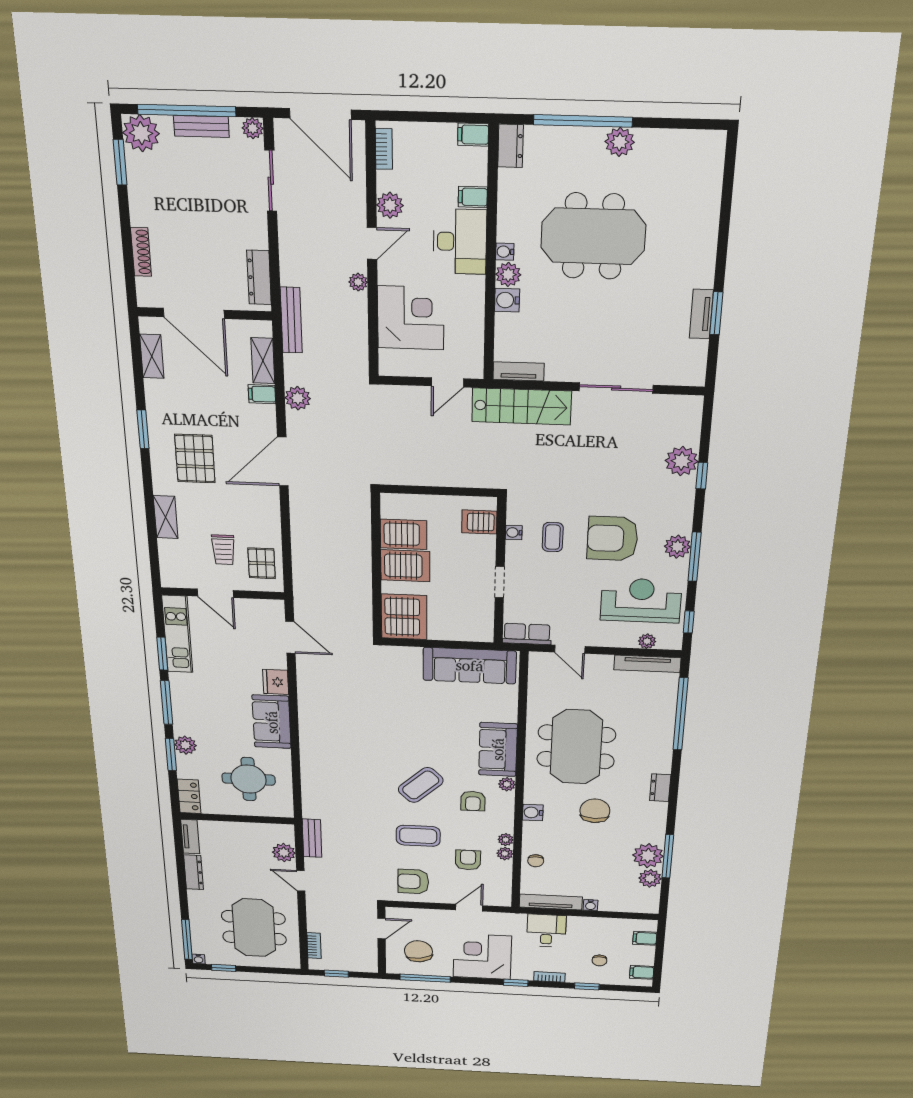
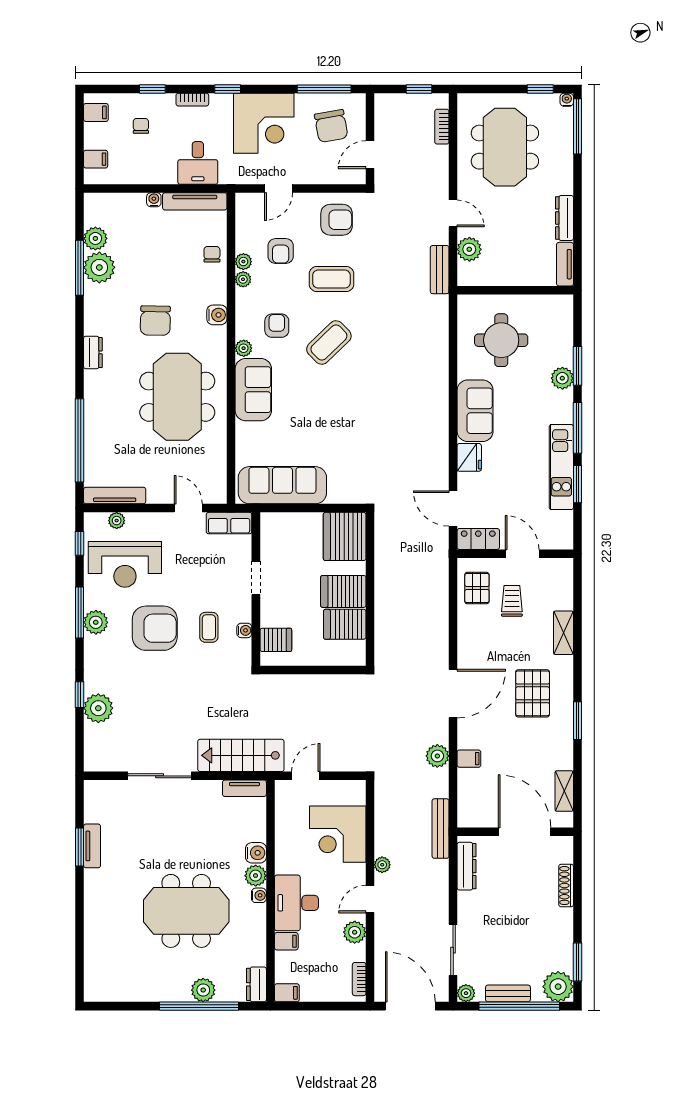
plant: (620, 142) -> (203, 990), moved
shelving: (263, 361) -> (467, 790), removed
kitchen unit: (177, 634) -> (561, 467), moved
locker: (189, 796) -> (478, 539), moved, turned 90

